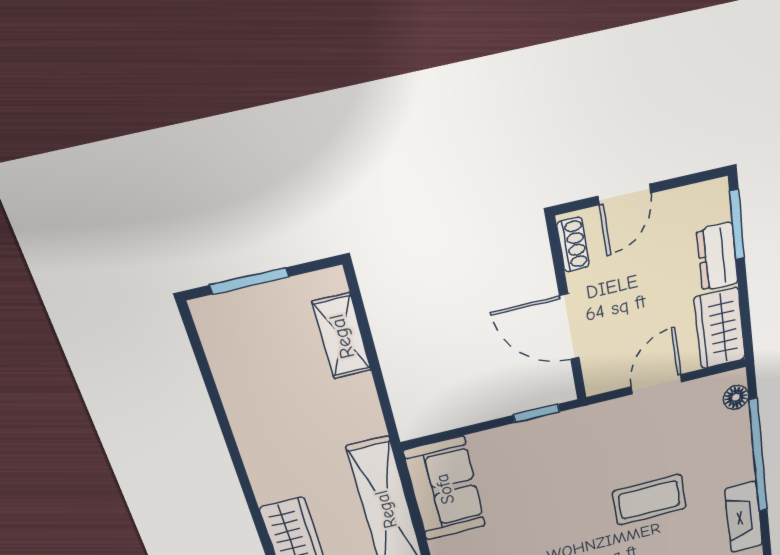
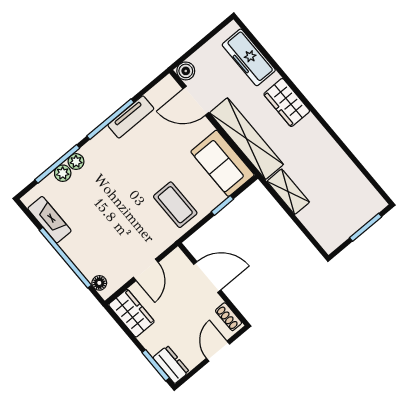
dresser: (717, 257) -> (171, 365), moved
shelving: (342, 336) -> (288, 192), moved
window: (537, 413) -> (222, 205), moved
coffee table: (649, 500) -> (175, 205), moved, turned 90

